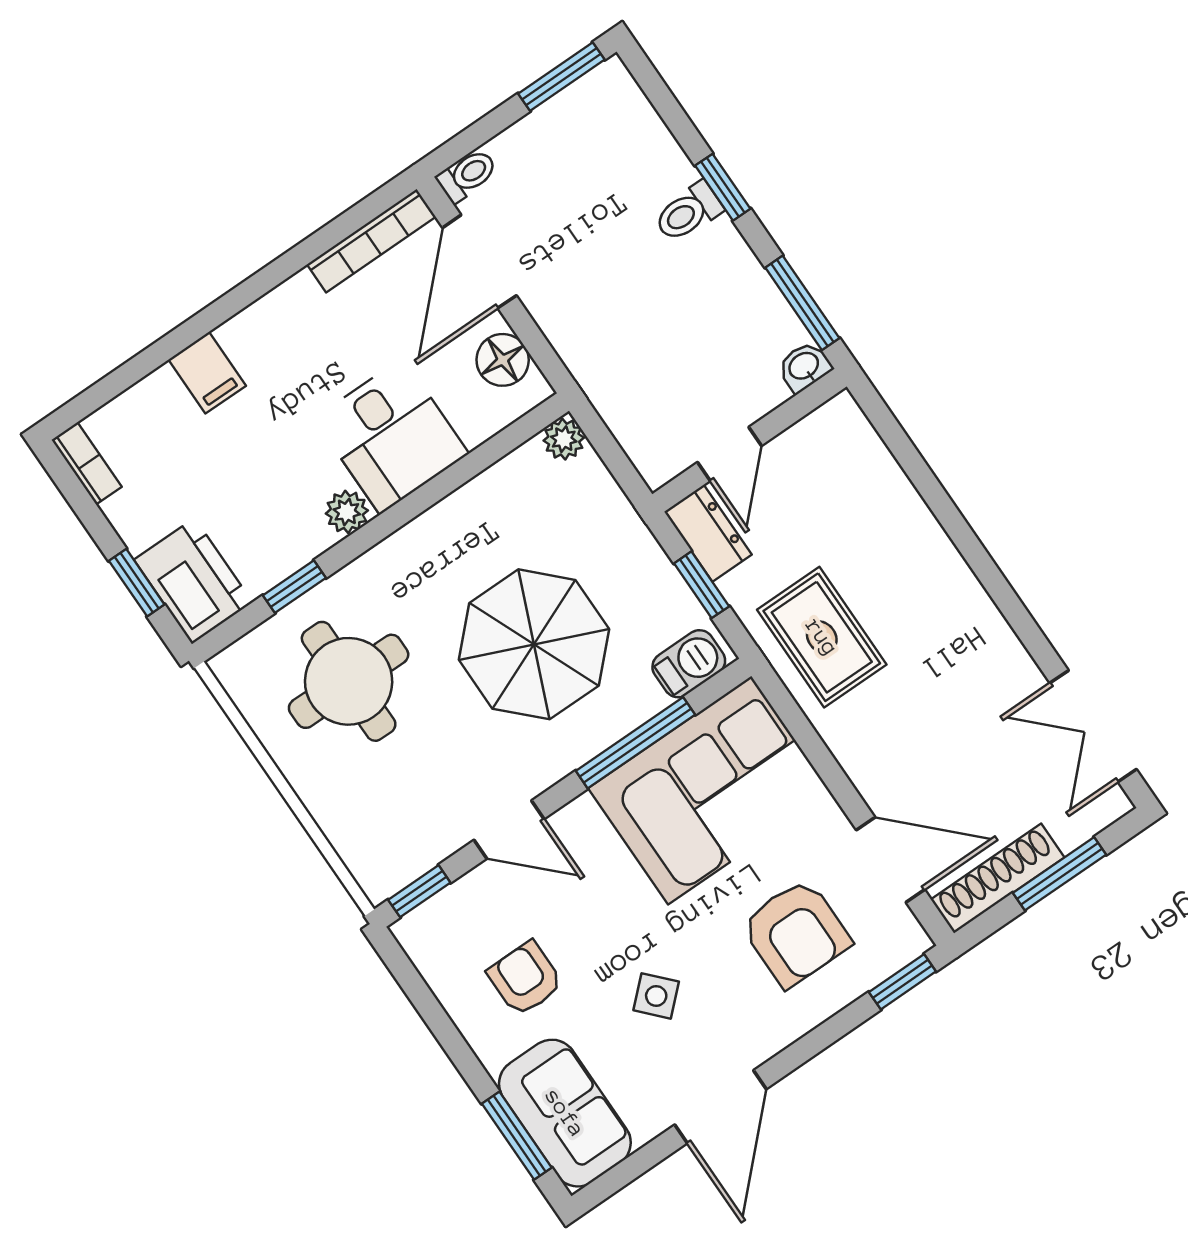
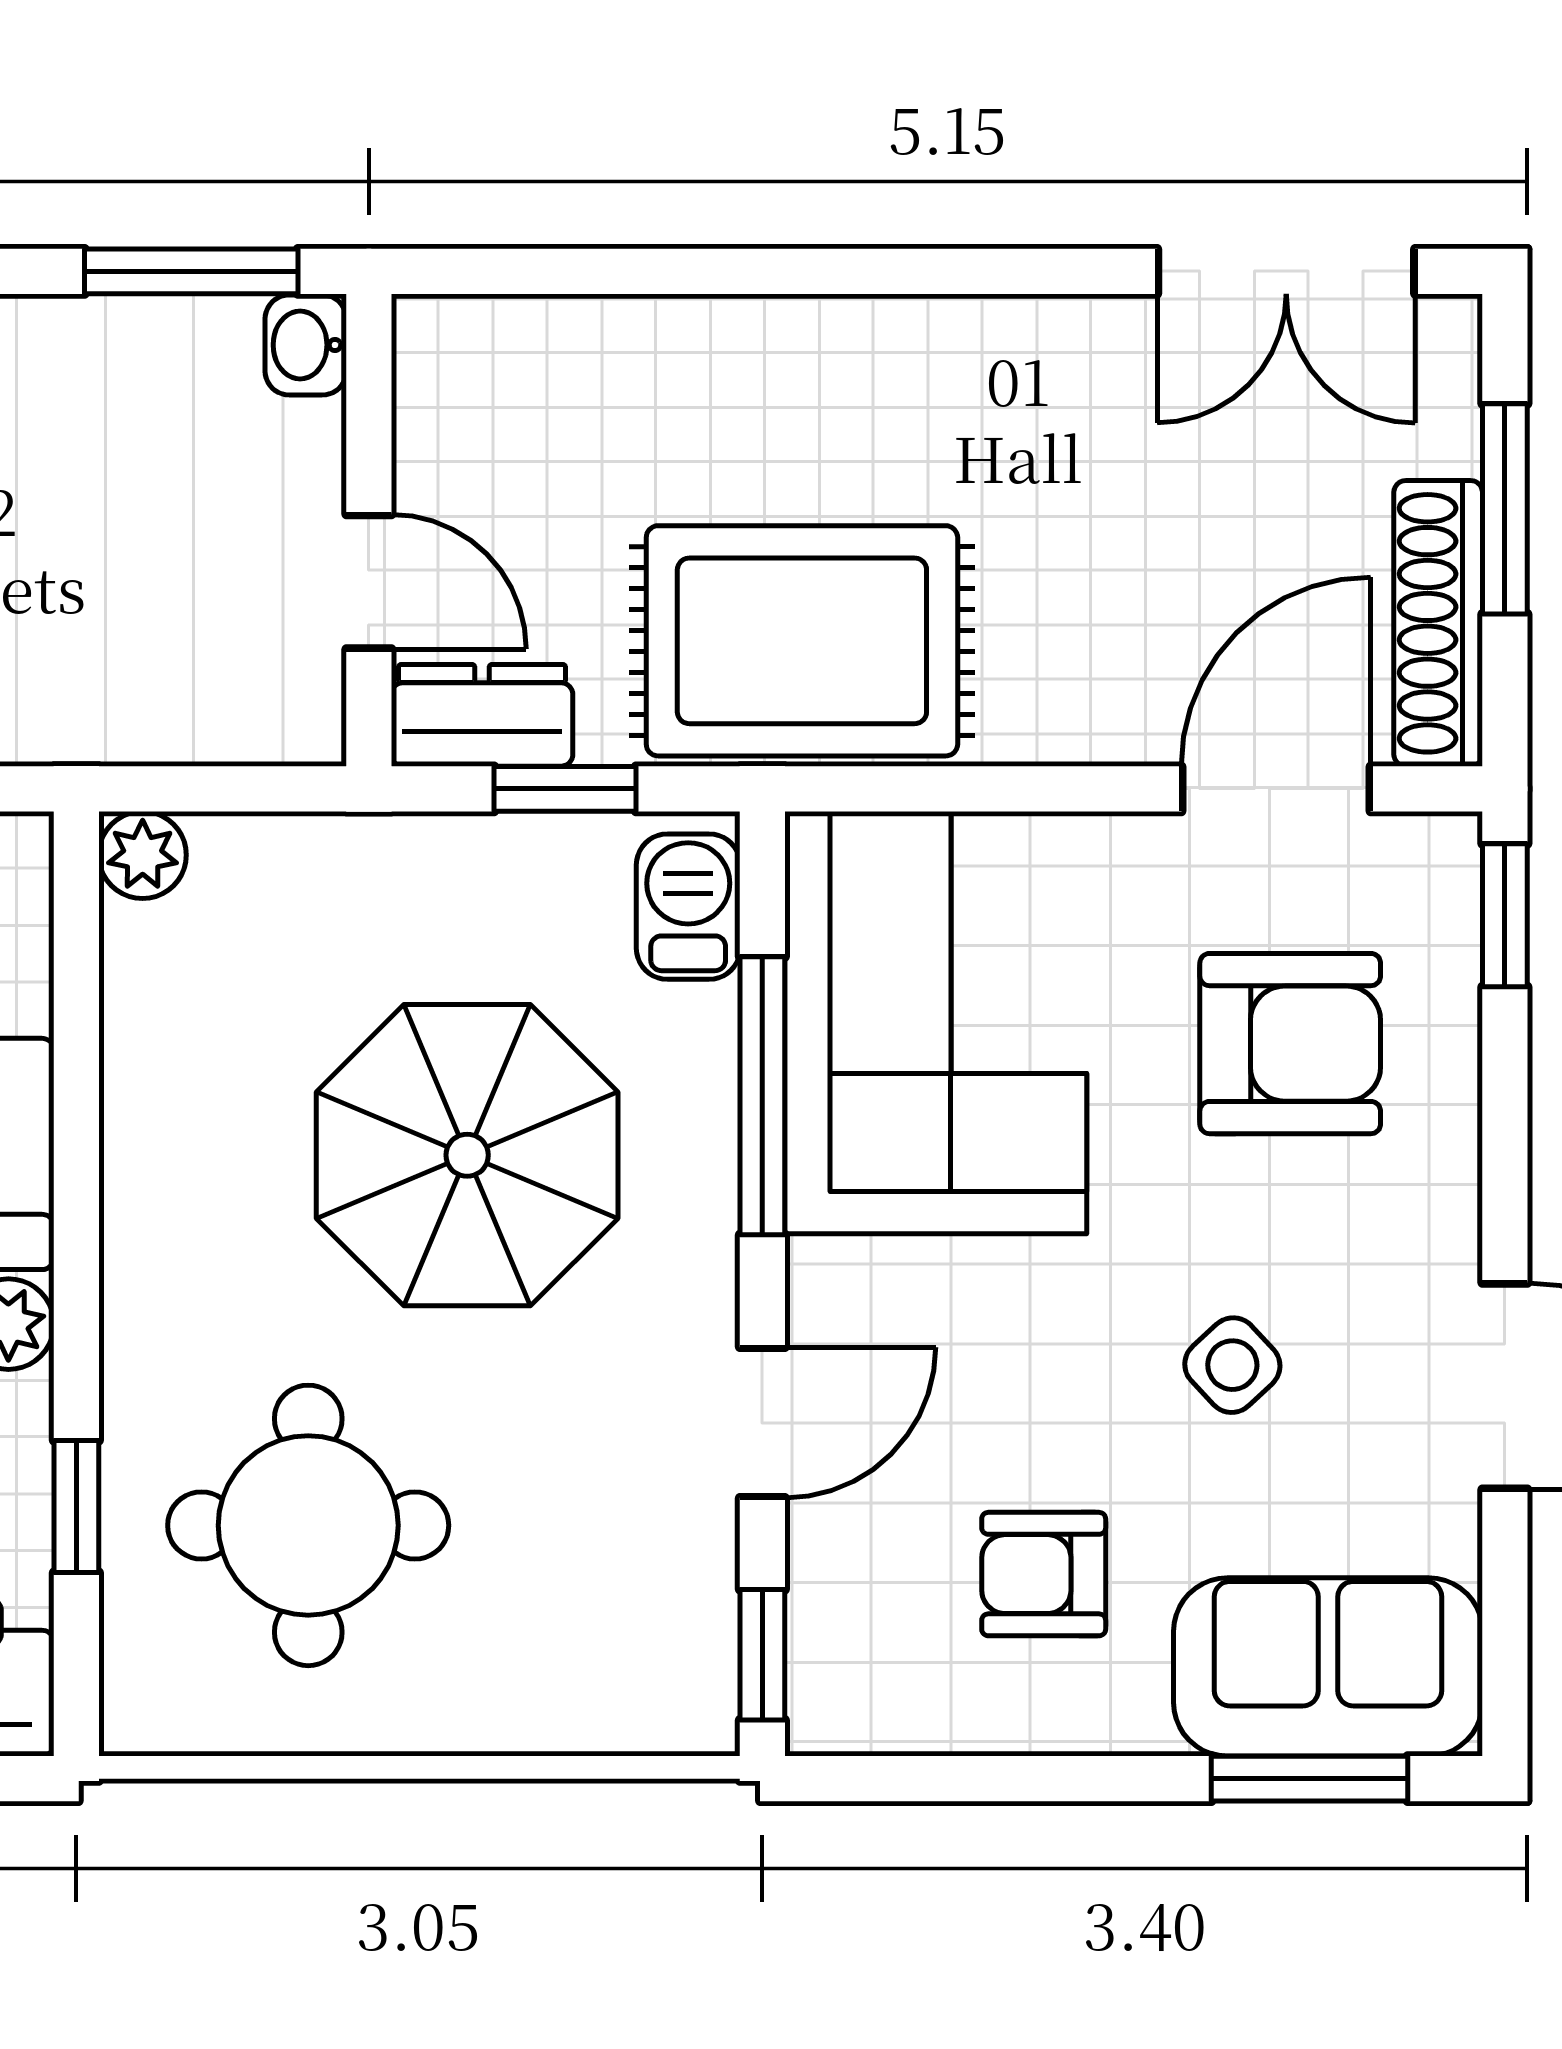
rug: (822, 637) -> (802, 641), width x1.36, depth x1.43

